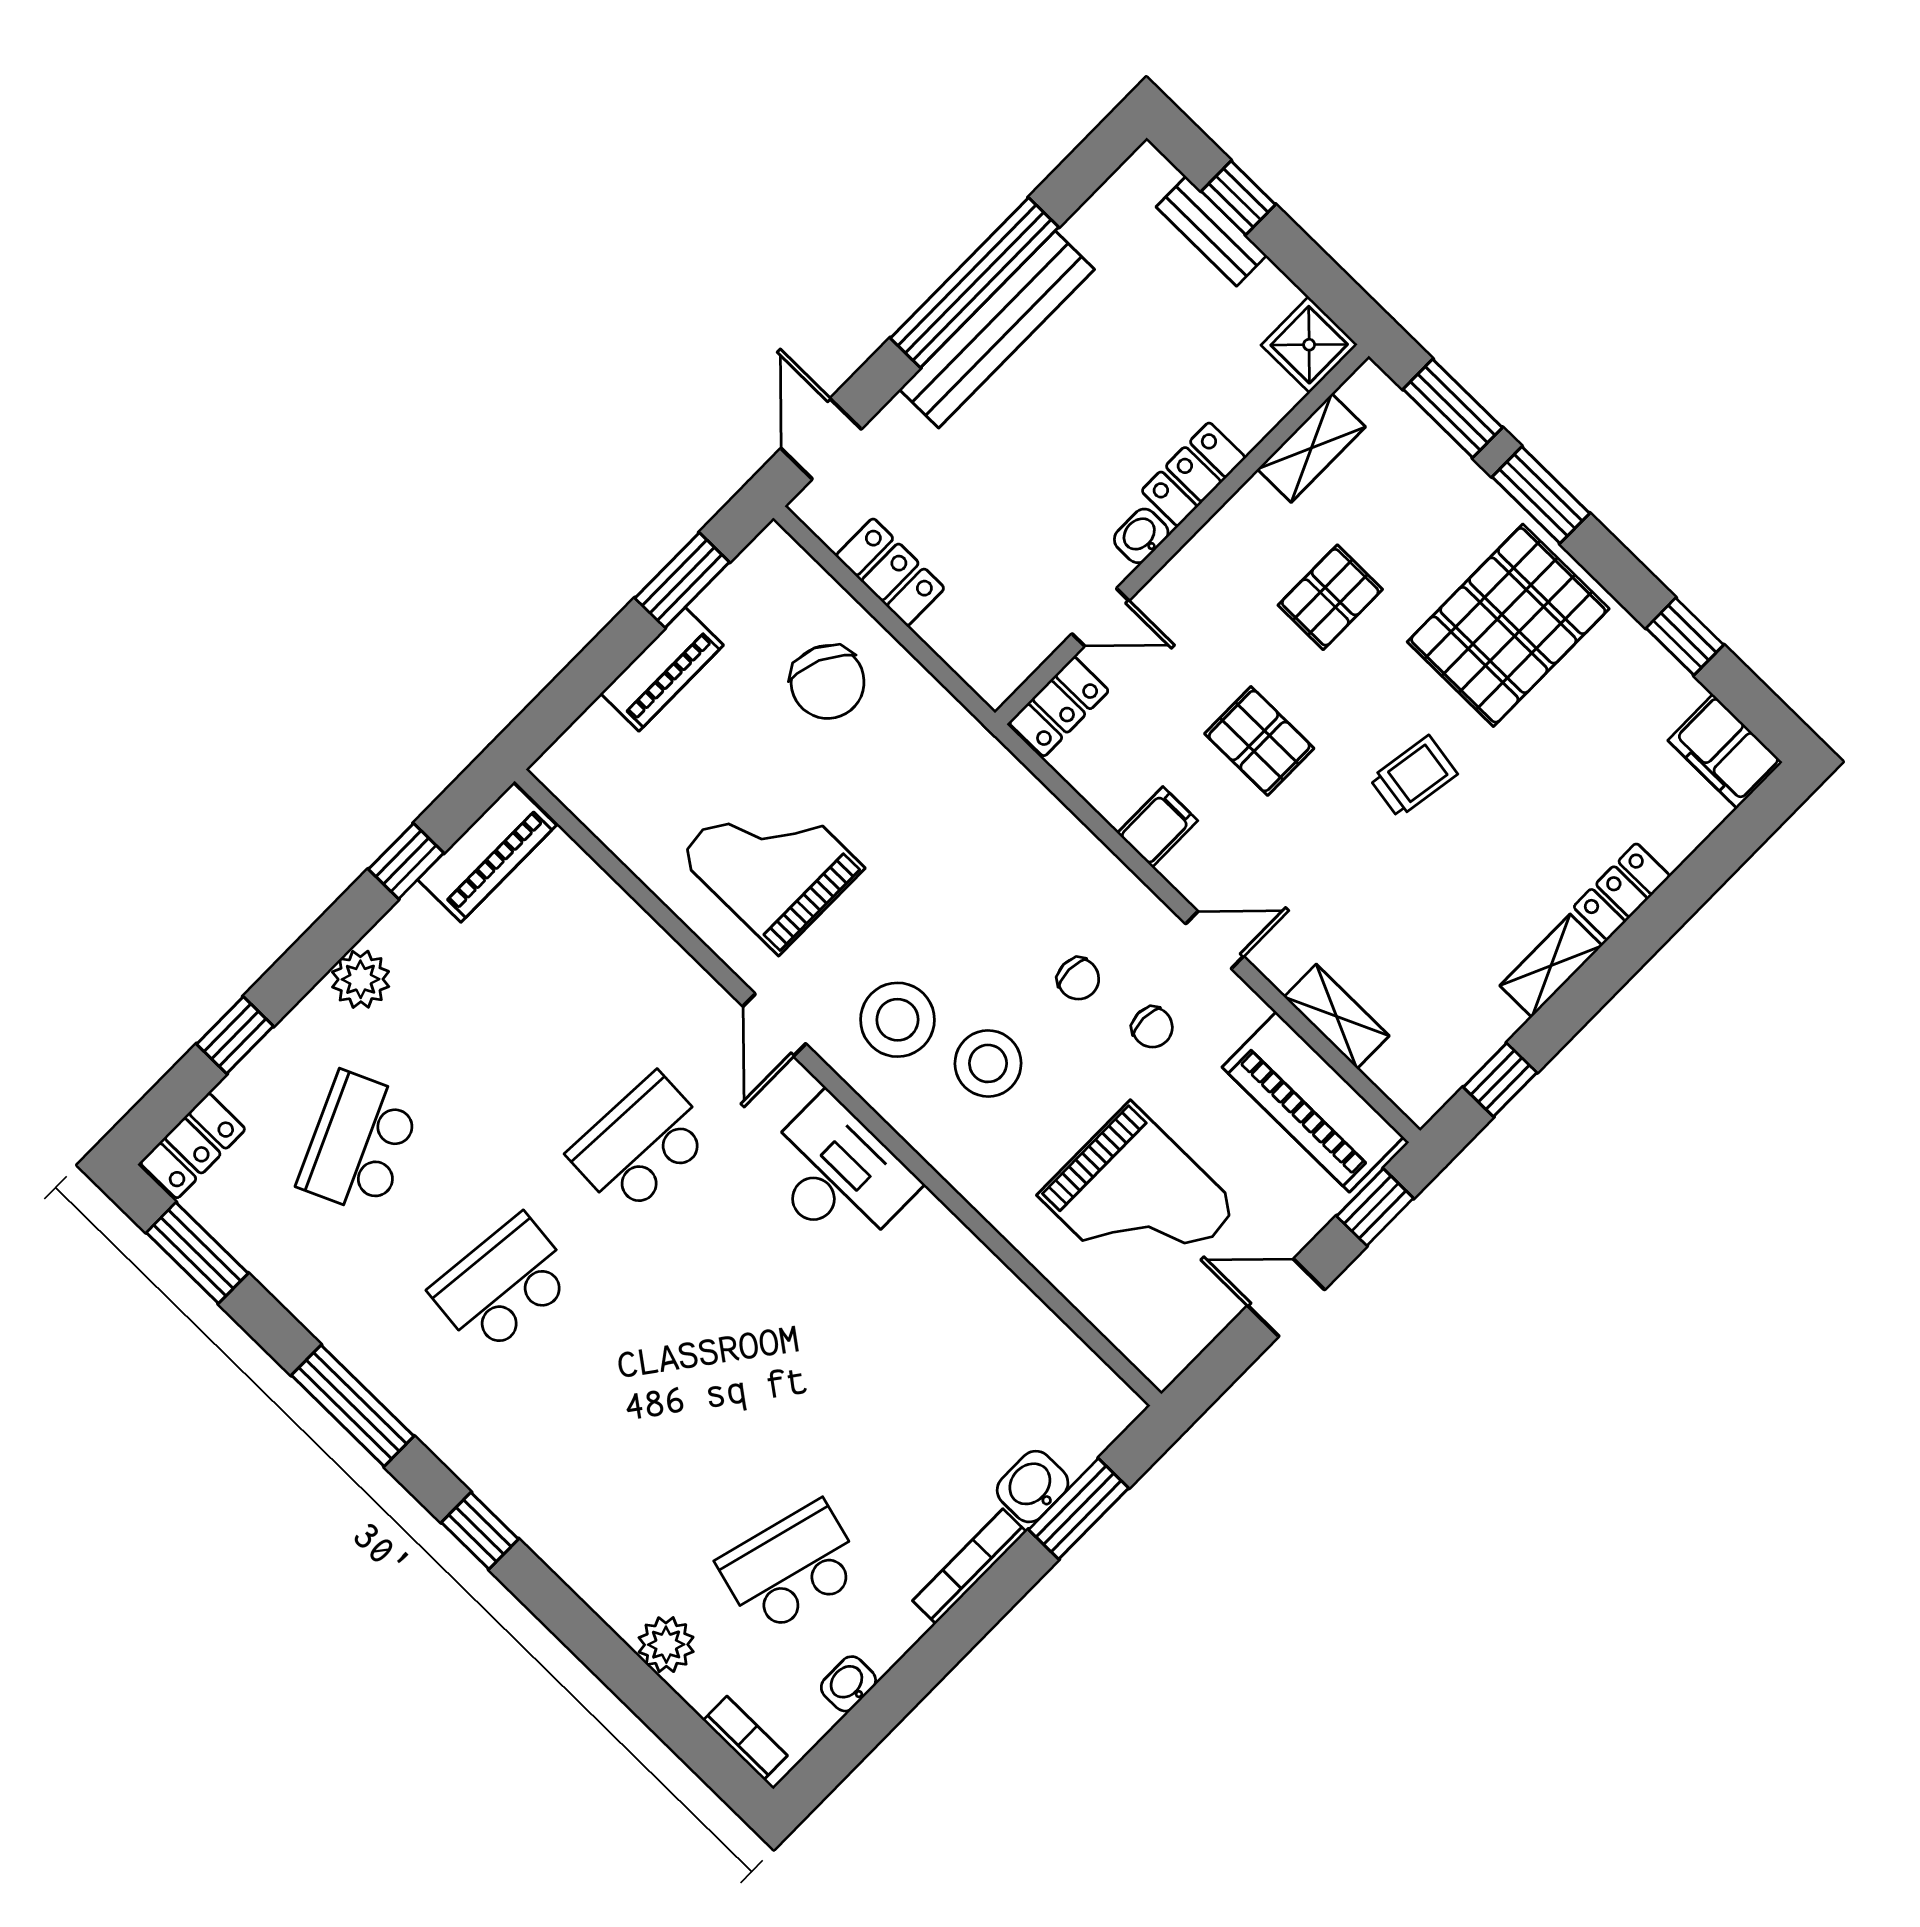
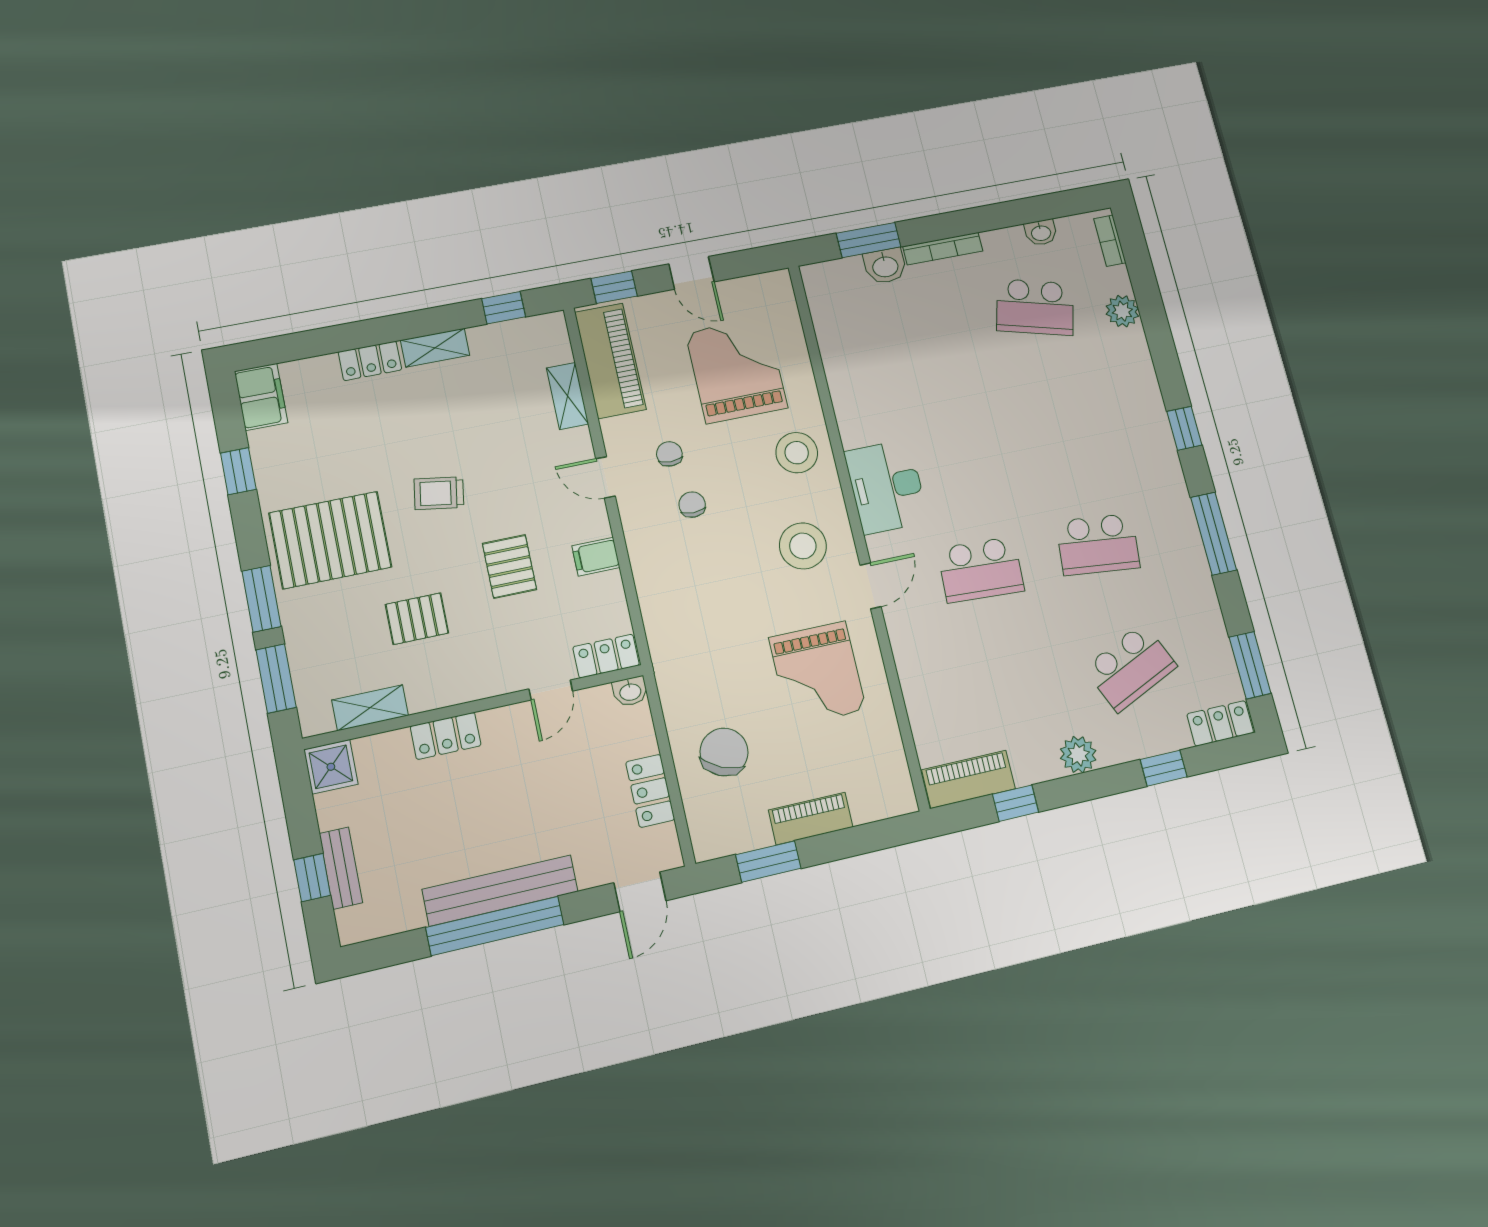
washbasin: (1141, 536) -> (630, 691), moved
door: (1100, 617) -> (551, 690), swing flipped
stool: (988, 1063) -> (797, 453), moved

